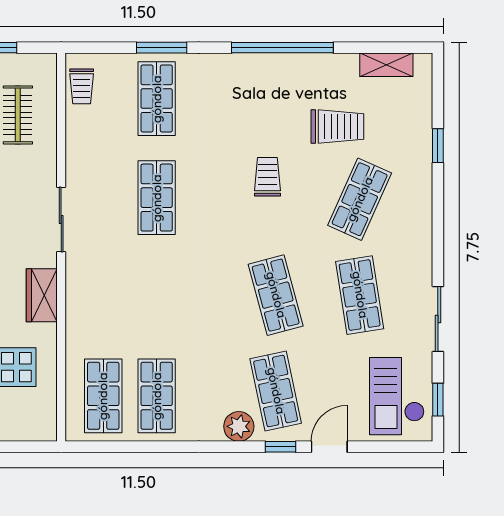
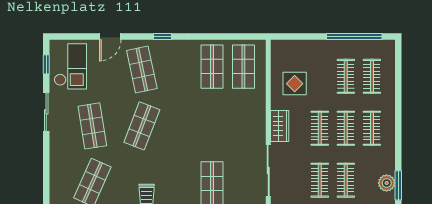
sliding door: (61, 219) -> (268, 171), width x1.37
shop shelf: (276, 295) -> (142, 126), turned 36
plant: (239, 426) -> (164, 49), removed
window: (280, 447) -> (163, 37), moved

